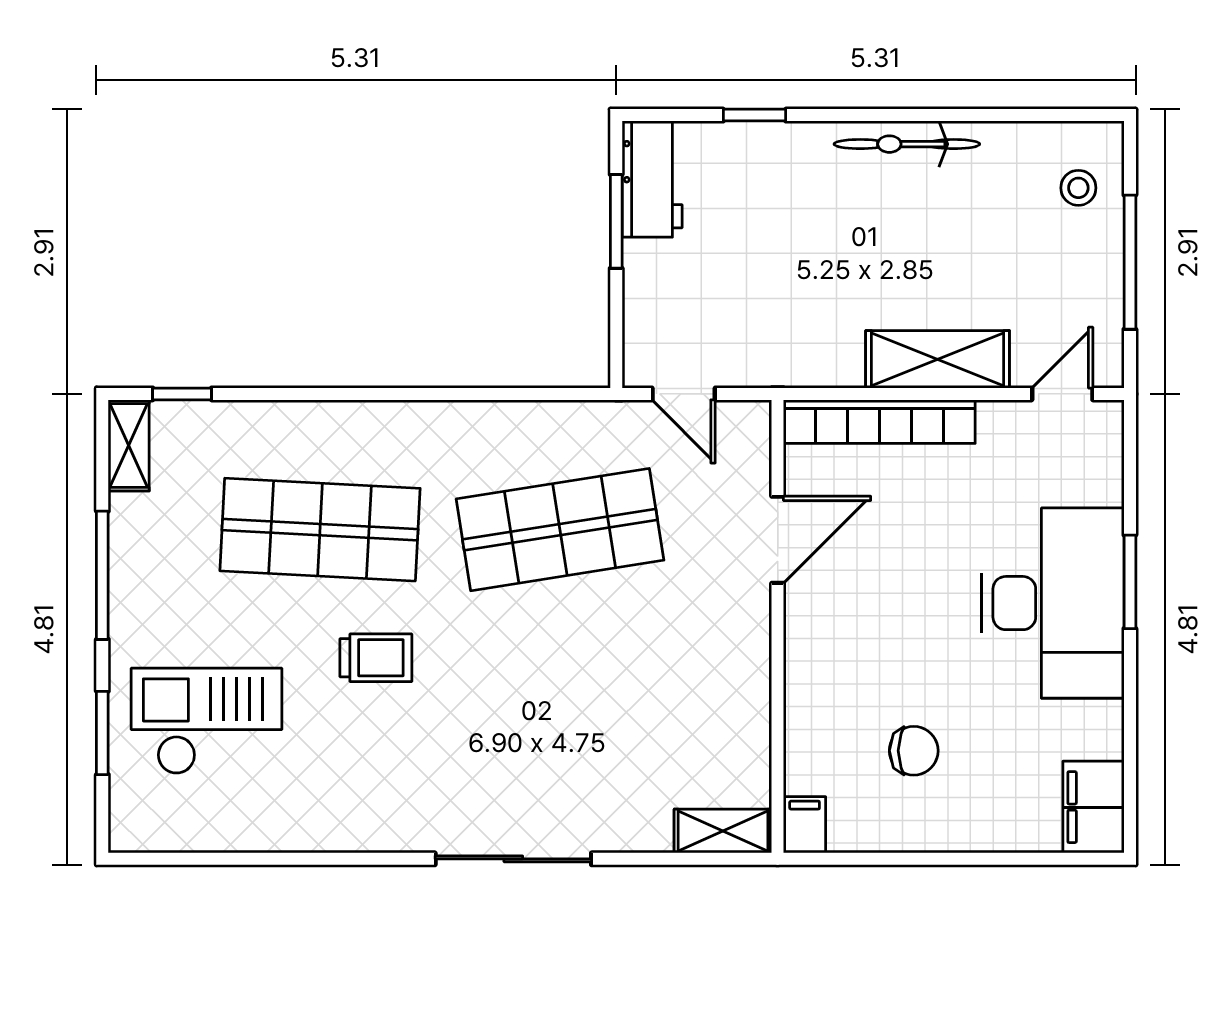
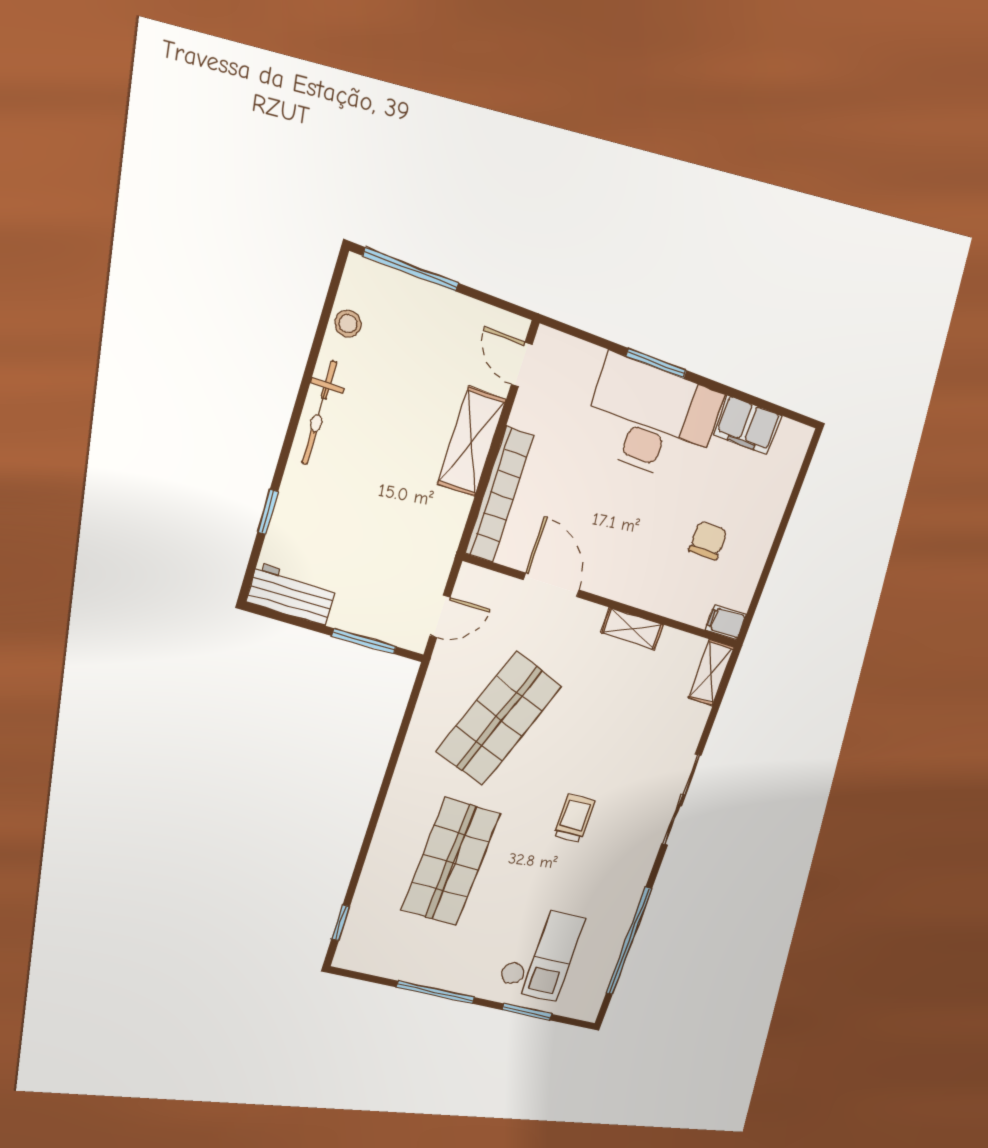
stool: (1078, 188) -> (348, 324), moved
window: (616, 221) -> (364, 641), moved
window: (1130, 262) -> (411, 269), moved
shelving: (129, 445) -> (632, 629), moved
shop shelf: (560, 530) -> (499, 719), turned 30
trolley: (376, 658) -> (574, 818), moved
checkout: (207, 721) -> (541, 953), turned 180
filing cabinet: (1093, 807) -> (748, 425), moved
window: (261, 859) -> (629, 941), added

